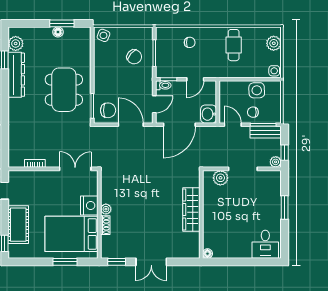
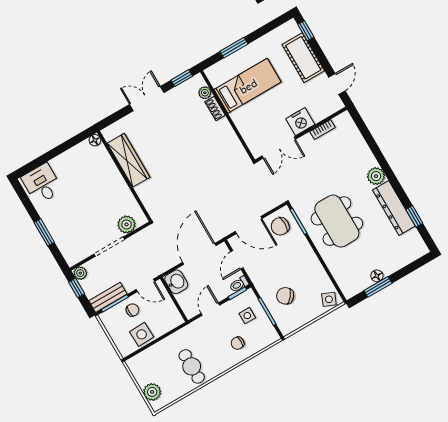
plant: (16, 44) -> (376, 176), moved
side table: (274, 71) -> (247, 316), moved
nightstand: (89, 206) -> (300, 122), moved, turned -90
plant: (106, 209) -> (205, 93), moved
wardrobe: (191, 210) -> (128, 160), moved
bed: (71, 234) -> (248, 86), width x0.67

